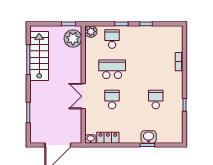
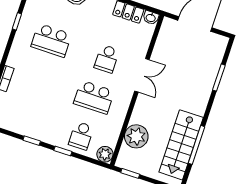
plant: (73, 39) -> (136, 136), moved
school desk: (156, 100) -> (51, 40), width x1.85

